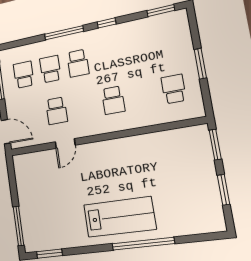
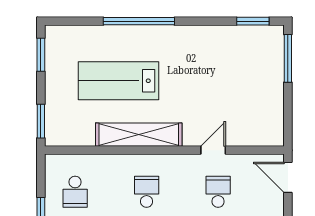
shelving: (127, 146) -> (139, 135), added
window: (224, 190) -> (41, 55), moved
lab bench: (120, 217) -> (119, 81), moved

